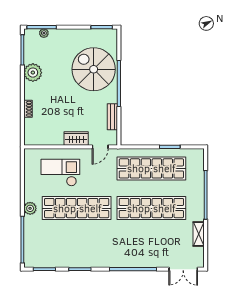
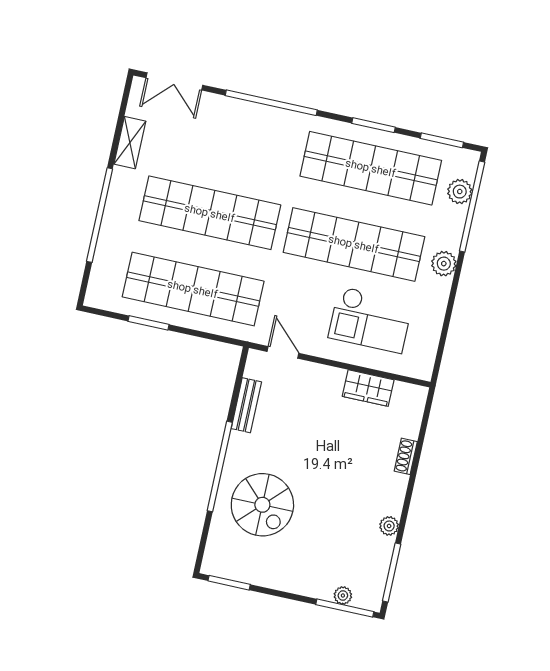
spiral stairs: (94, 69) -> (262, 505), width x0.73, depth x0.73
plant: (33, 73) -> (389, 526), width x0.53, depth x0.53
wardrobe: (76, 138) -> (368, 388), moved
door: (100, 147) -> (283, 352), hinge flipped
plant: (30, 246) -> (460, 192), added
shop shelf: (77, 248) -> (371, 168), added
double door: (183, 269) -> (174, 81), swing flipped

